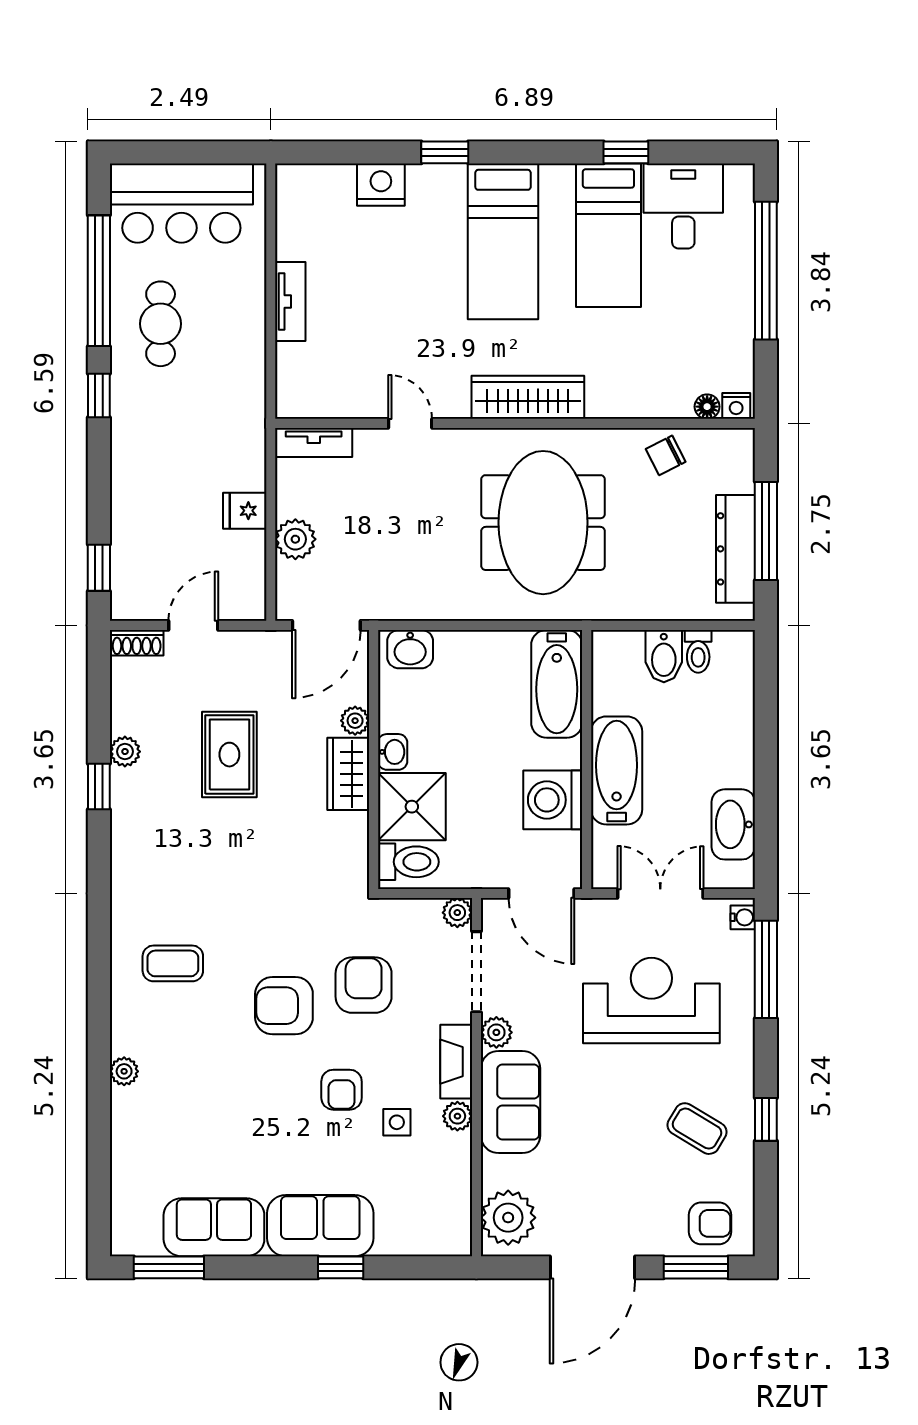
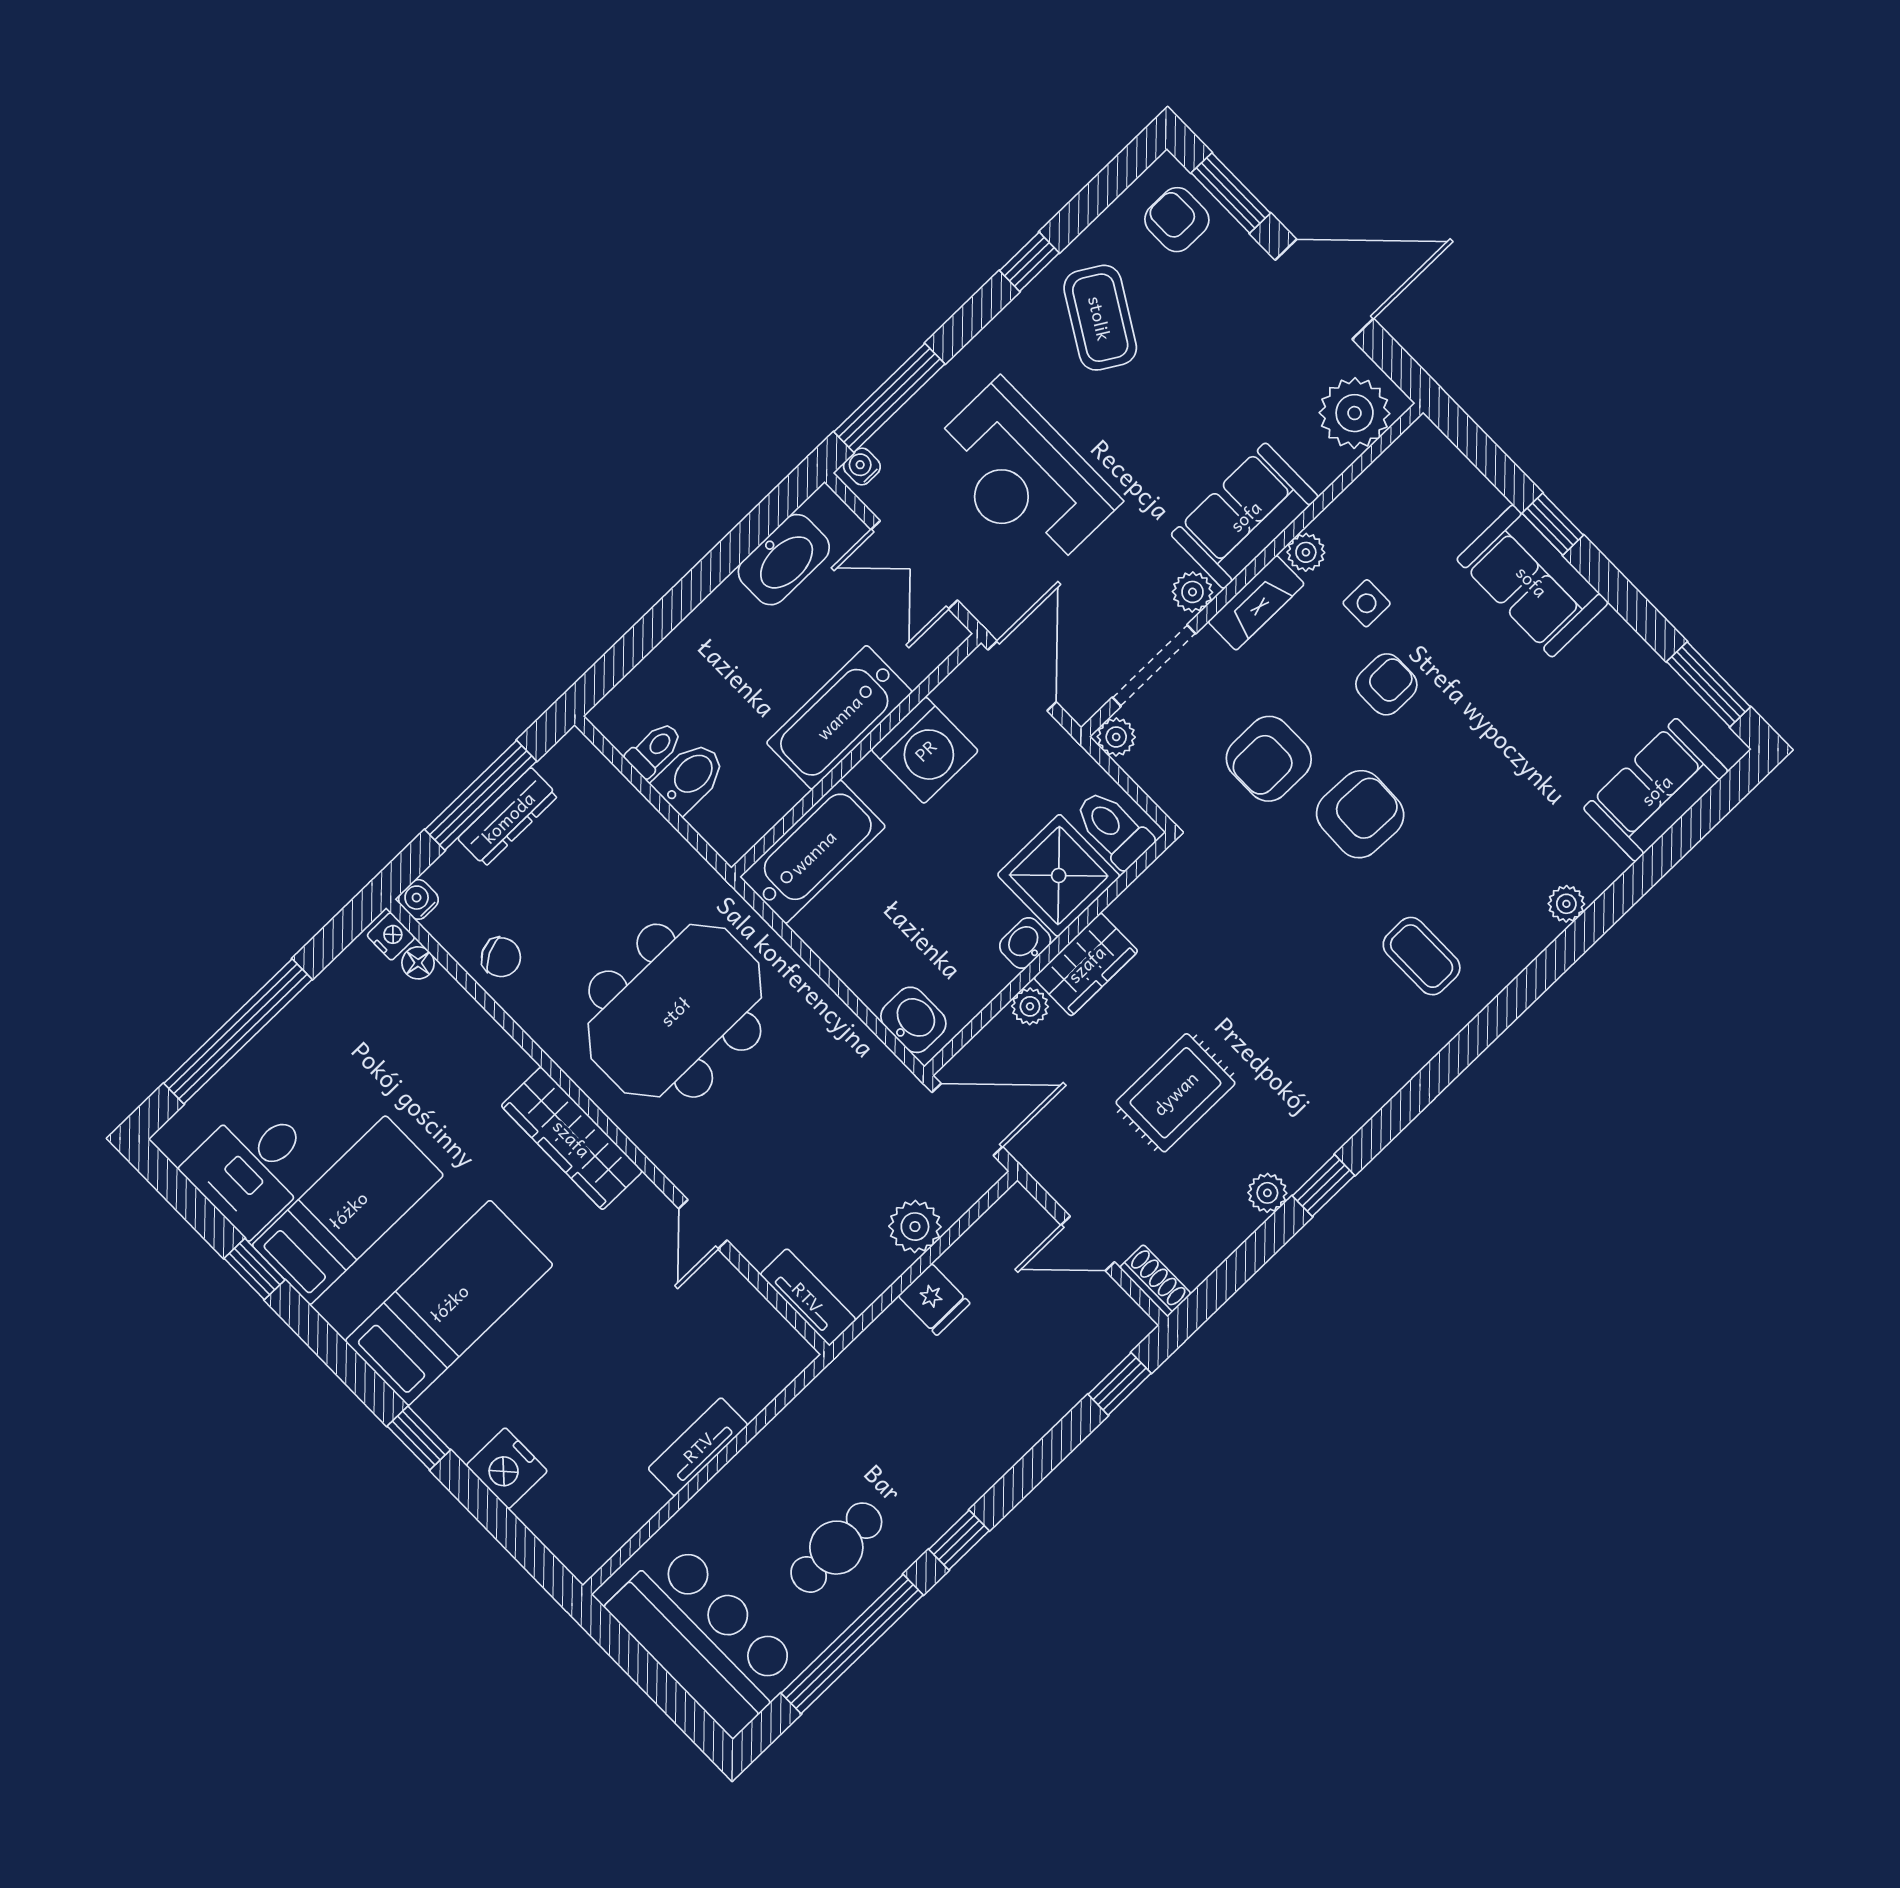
water cooler: (742, 441) -> (418, 899), added
dresser: (736, 549) -> (508, 817), width x0.73, depth x0.80
armchair: (284, 1006) -> (1360, 814), turned -88
coffee table: (697, 1129) -> (1100, 318), width x1.36, depth x1.30
sofa: (214, 1227) -> (1656, 790), moved, turned 90

